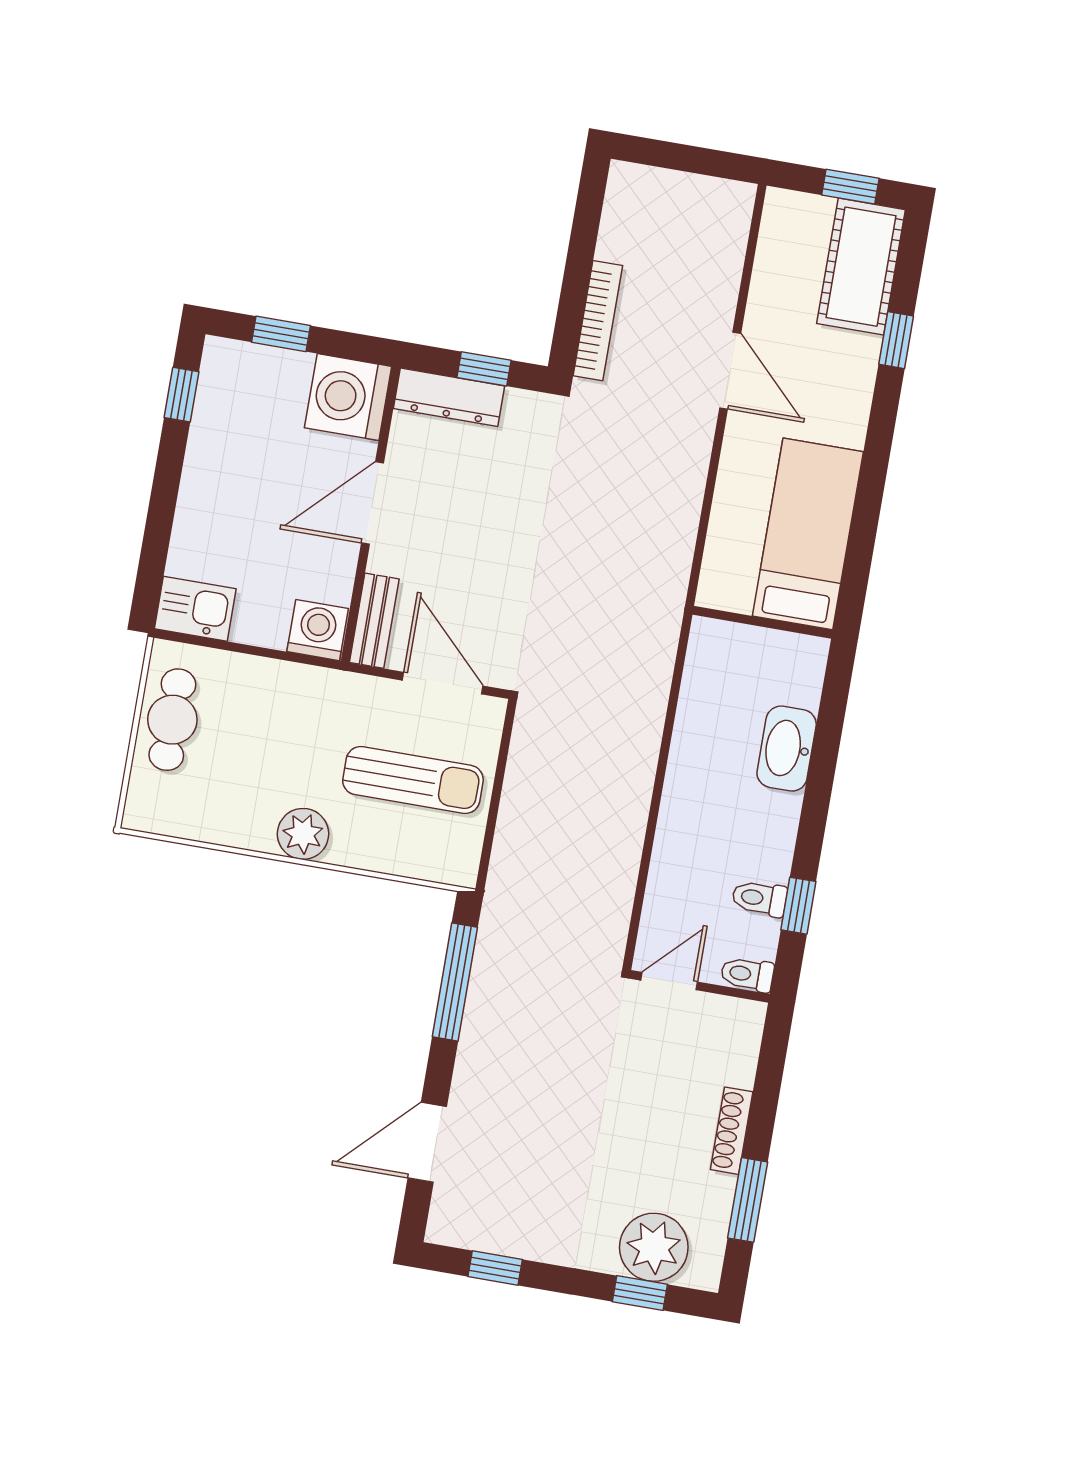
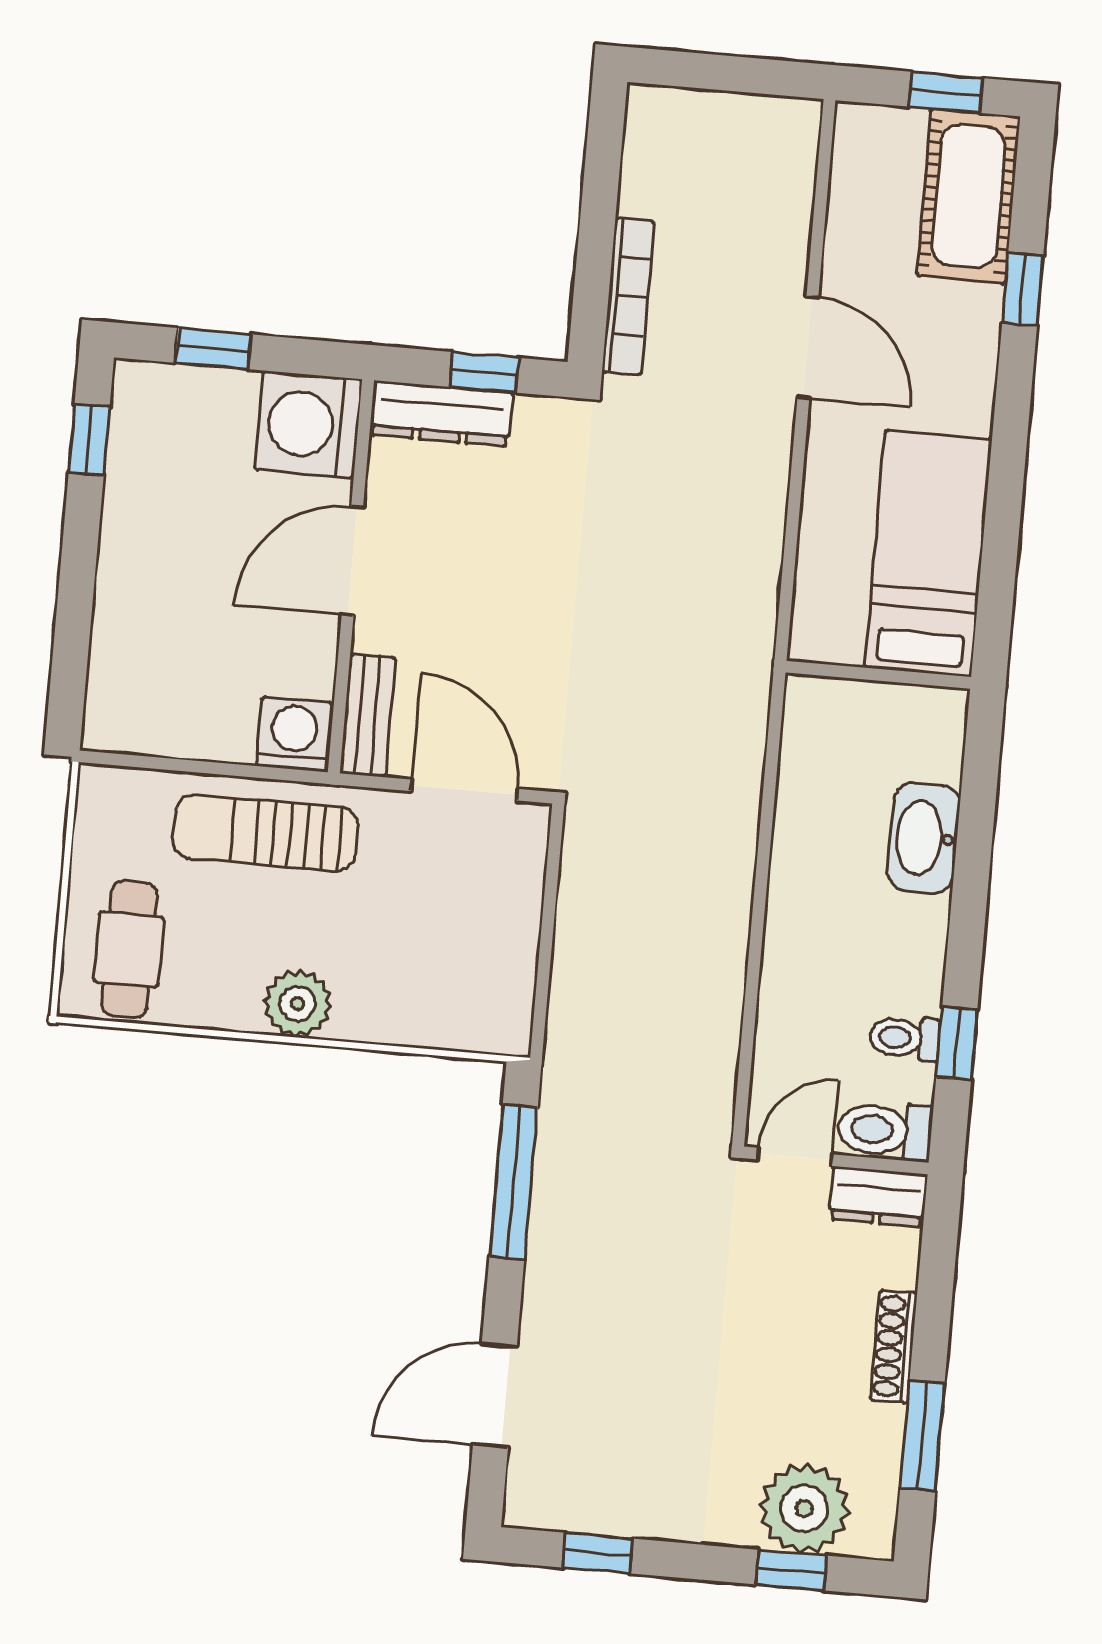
kitchen sink: (195, 609) -> (131, 720), removed
cafe table: (172, 720) -> (129, 949), moved
sun lounger: (413, 780) -> (265, 833), moved, turned 180
toilet: (747, 974) -> (885, 1130), width x1.37, depth x1.39
dresser: (729, 1017) -> (878, 1197), added

